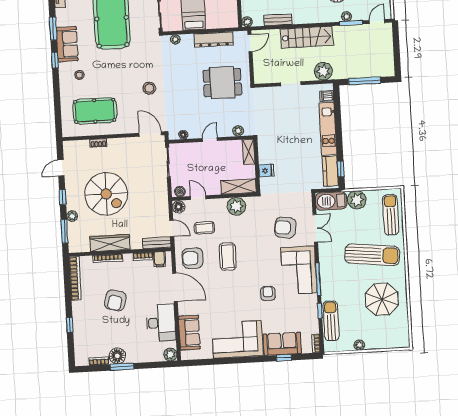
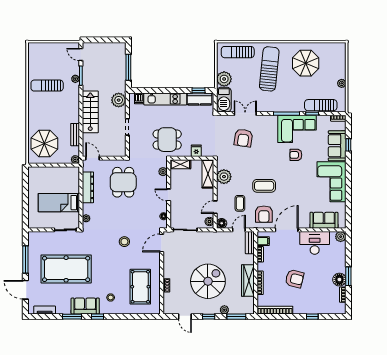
dining table: (278, 134) -> (167, 140), added
corner sofa: (299, 270) -> (297, 129), moved

